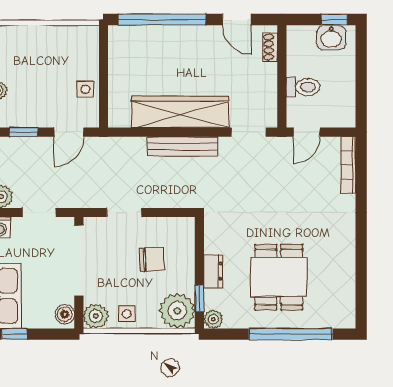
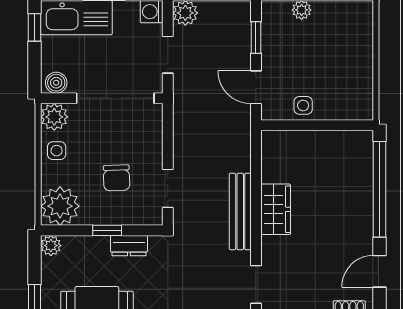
wardrobe: (180, 112) -> (276, 209), width x0.48, depth x0.85
doorway: (124, 212) -> (168, 188), moved
dresser: (213, 271) -> (129, 246), moved
window: (199, 298) -> (107, 230), moved

